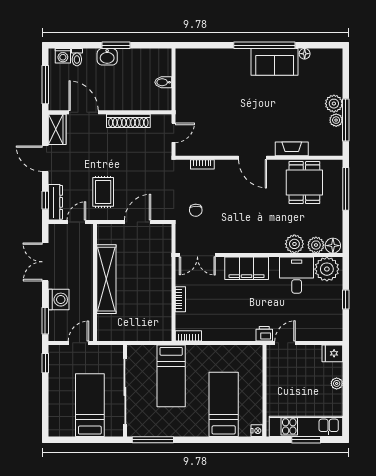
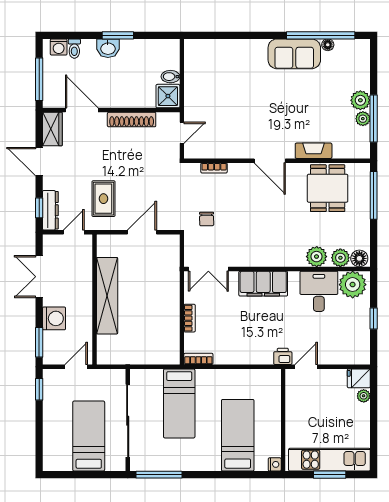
window: (264, 45) -> (321, 35), moved
shower: (161, 100) -> (168, 96), added
plant: (337, 383) -> (364, 396), moved

